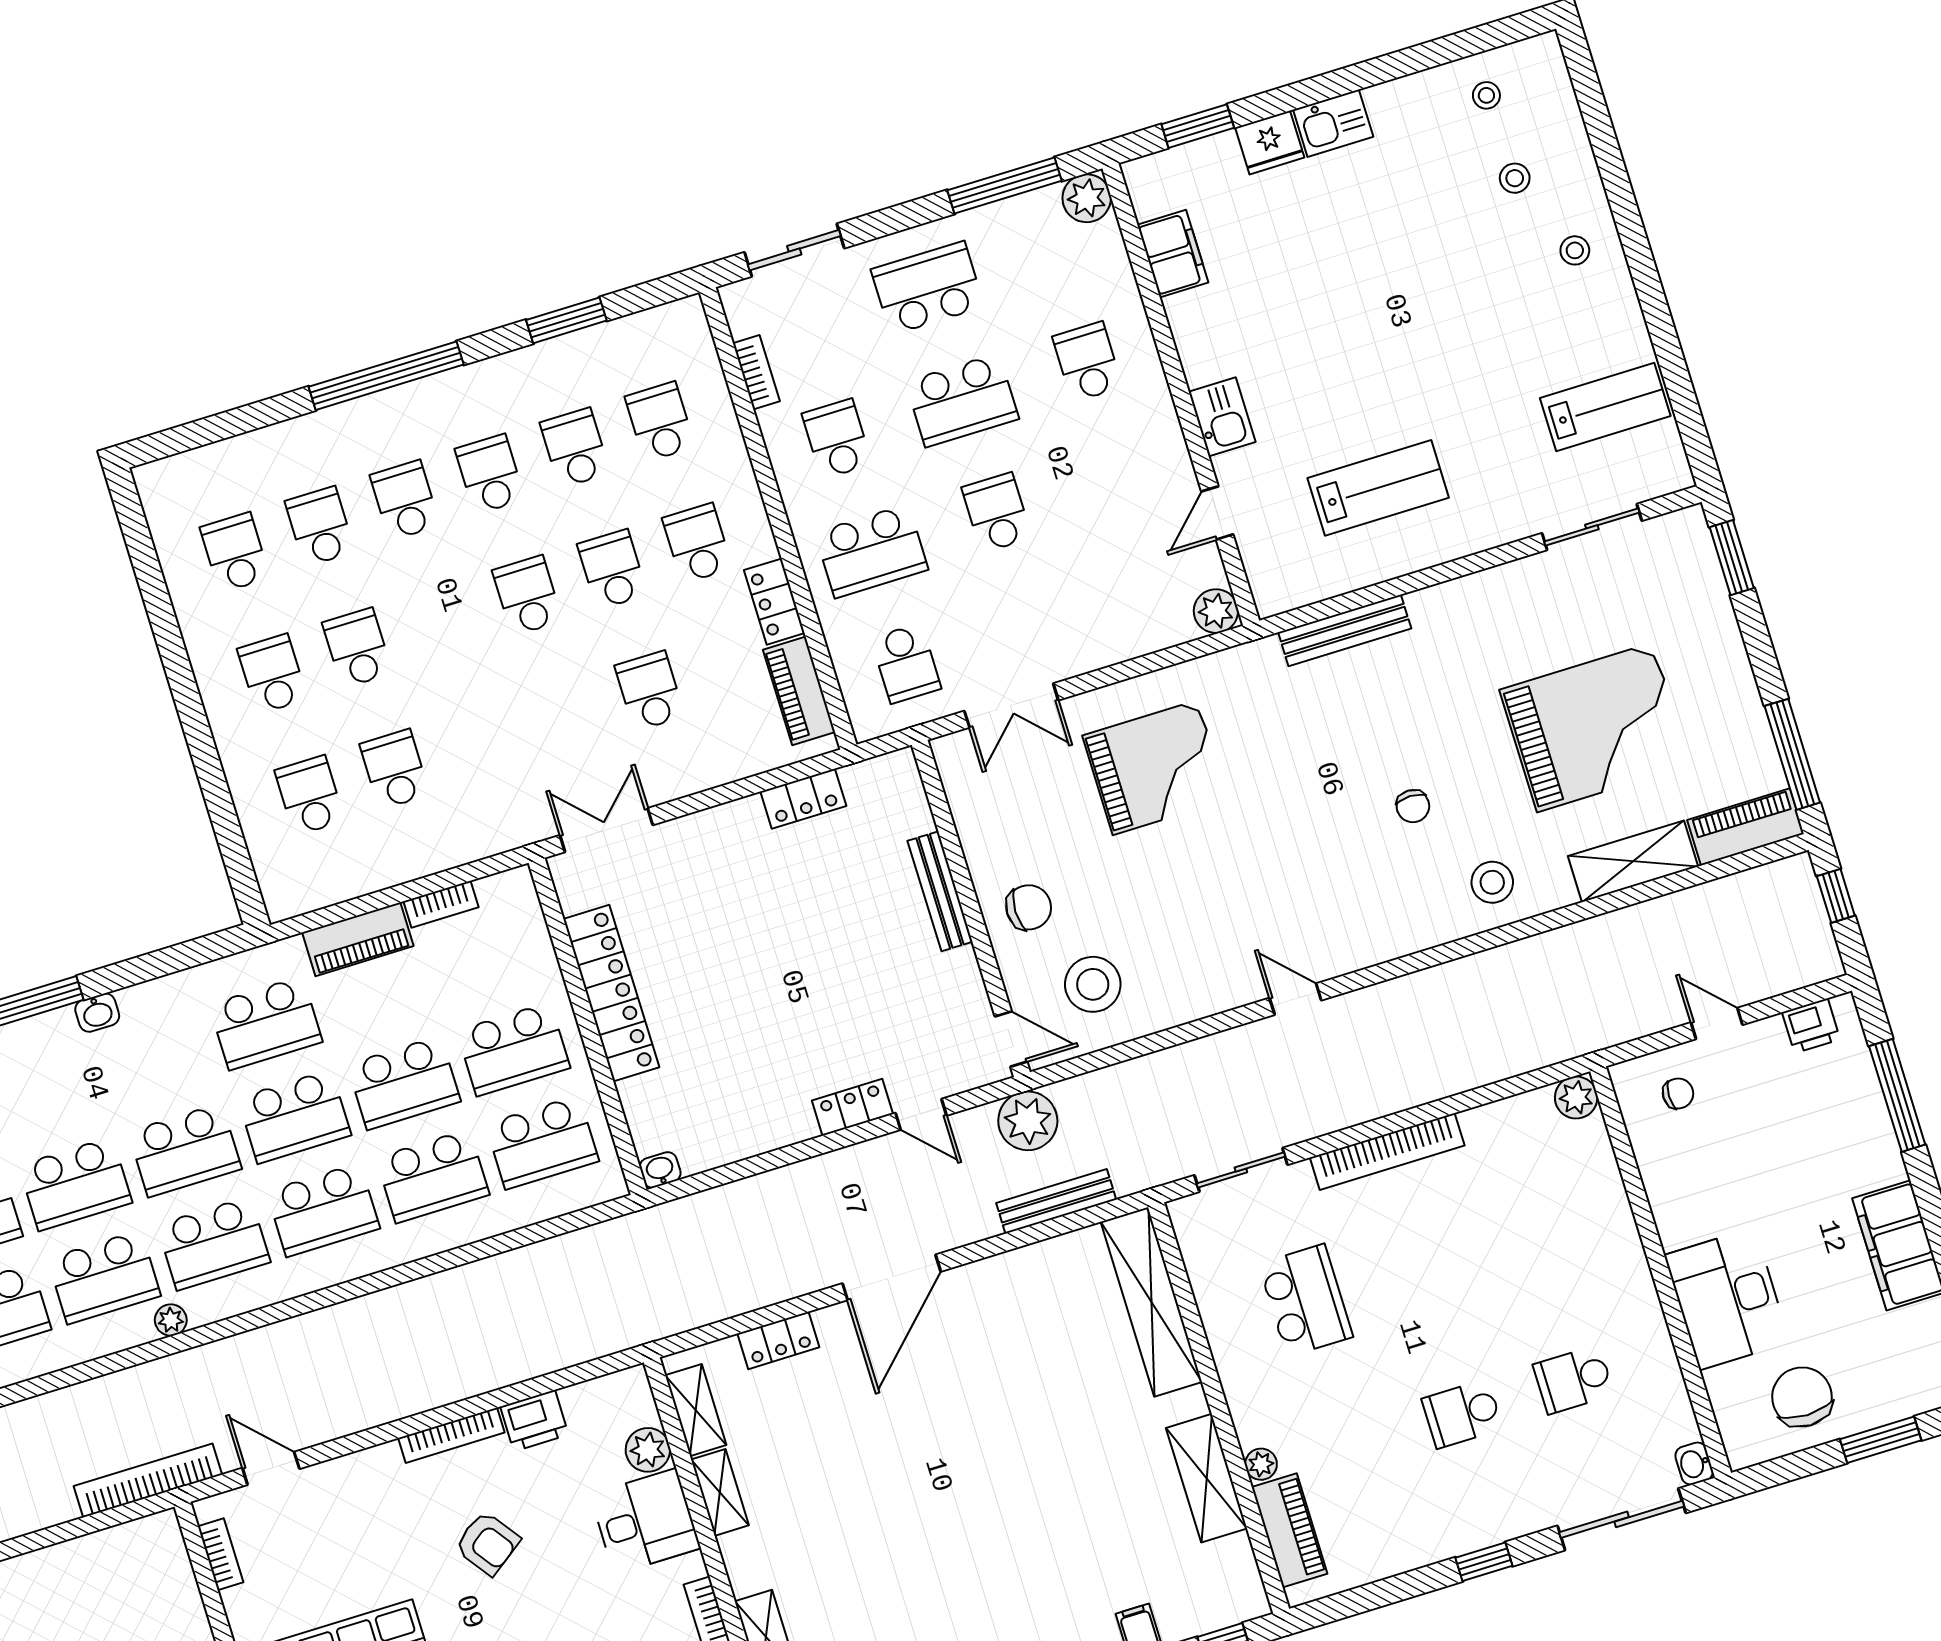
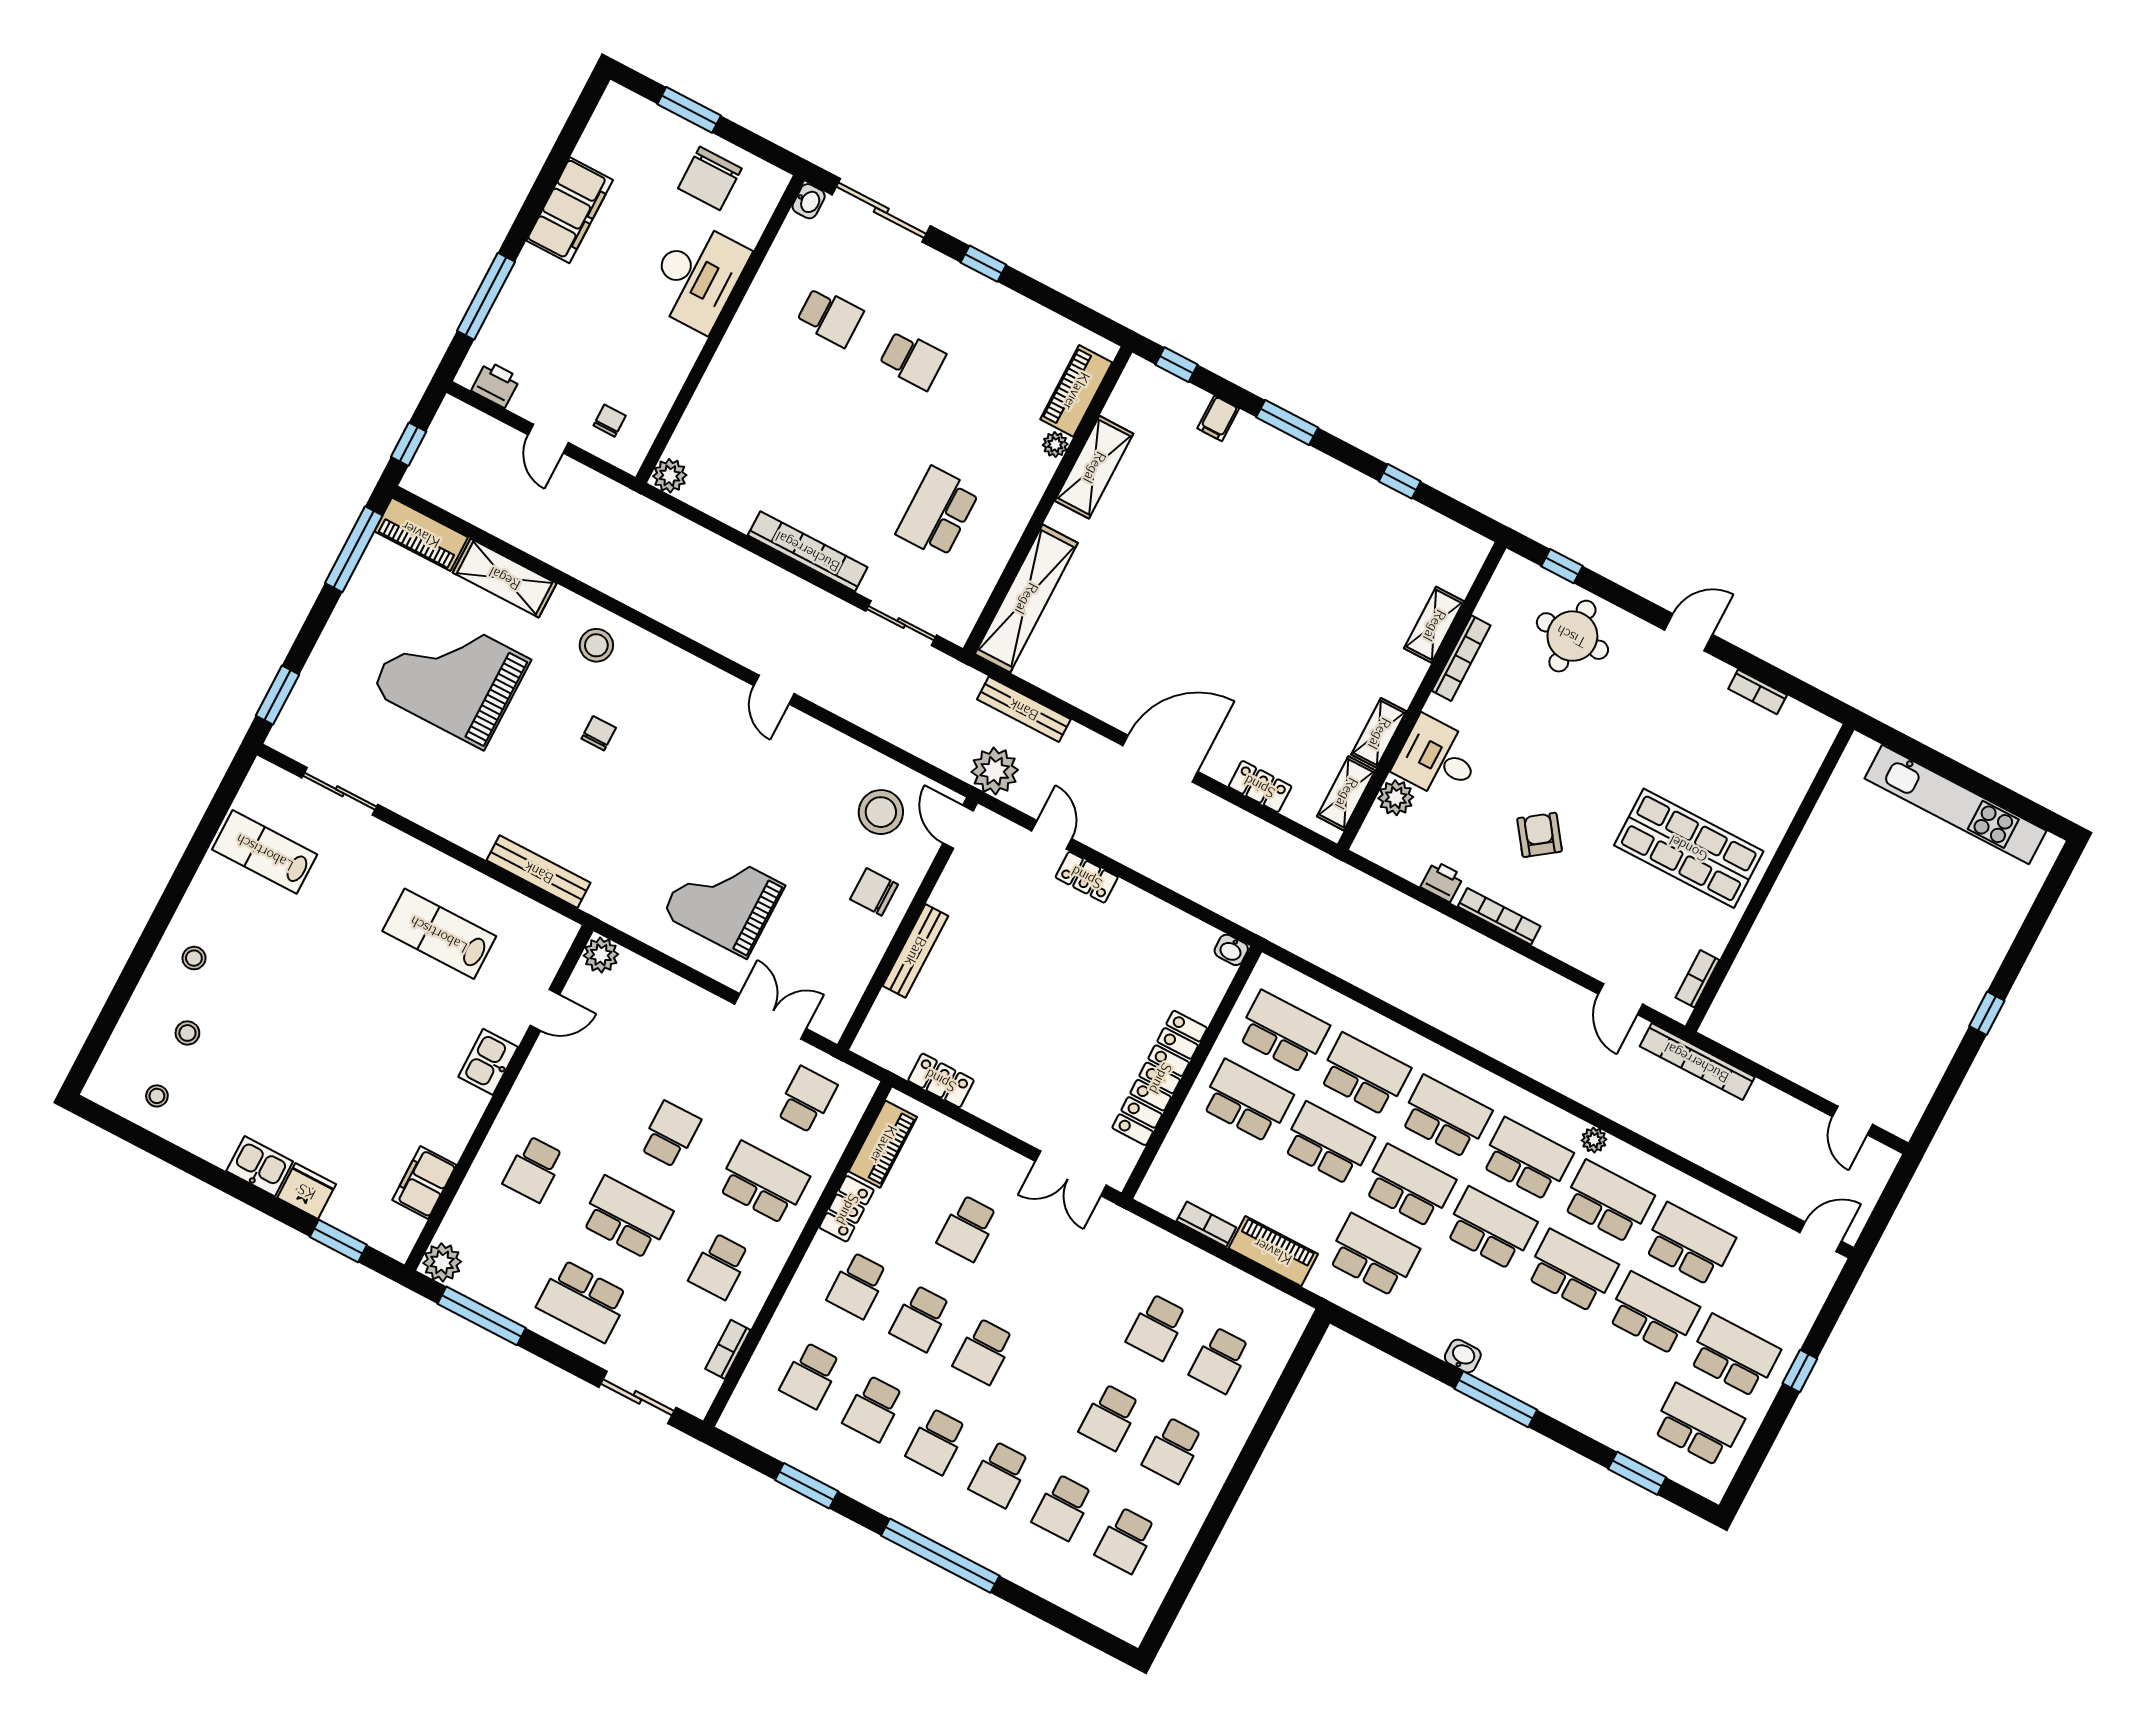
school desk: (997, 513) -> (670, 1134), turned 180
chair: (1678, 1093) -> (610, 421), turned 90
printer: (534, 1421) -> (1442, 881), width x0.73, depth x0.81

